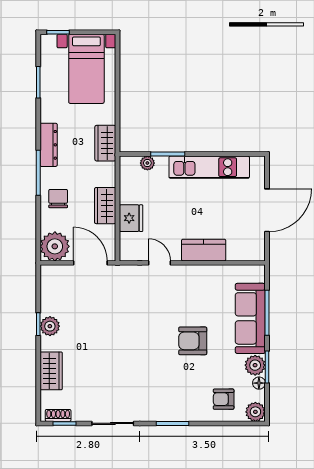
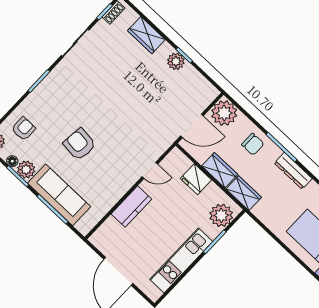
wardrobe: (105, 143) -> (244, 193), moved
plant: (147, 163) -> (221, 215), width x1.87, depth x1.87
armchair: (193, 341) -> (80, 144), turned -84

